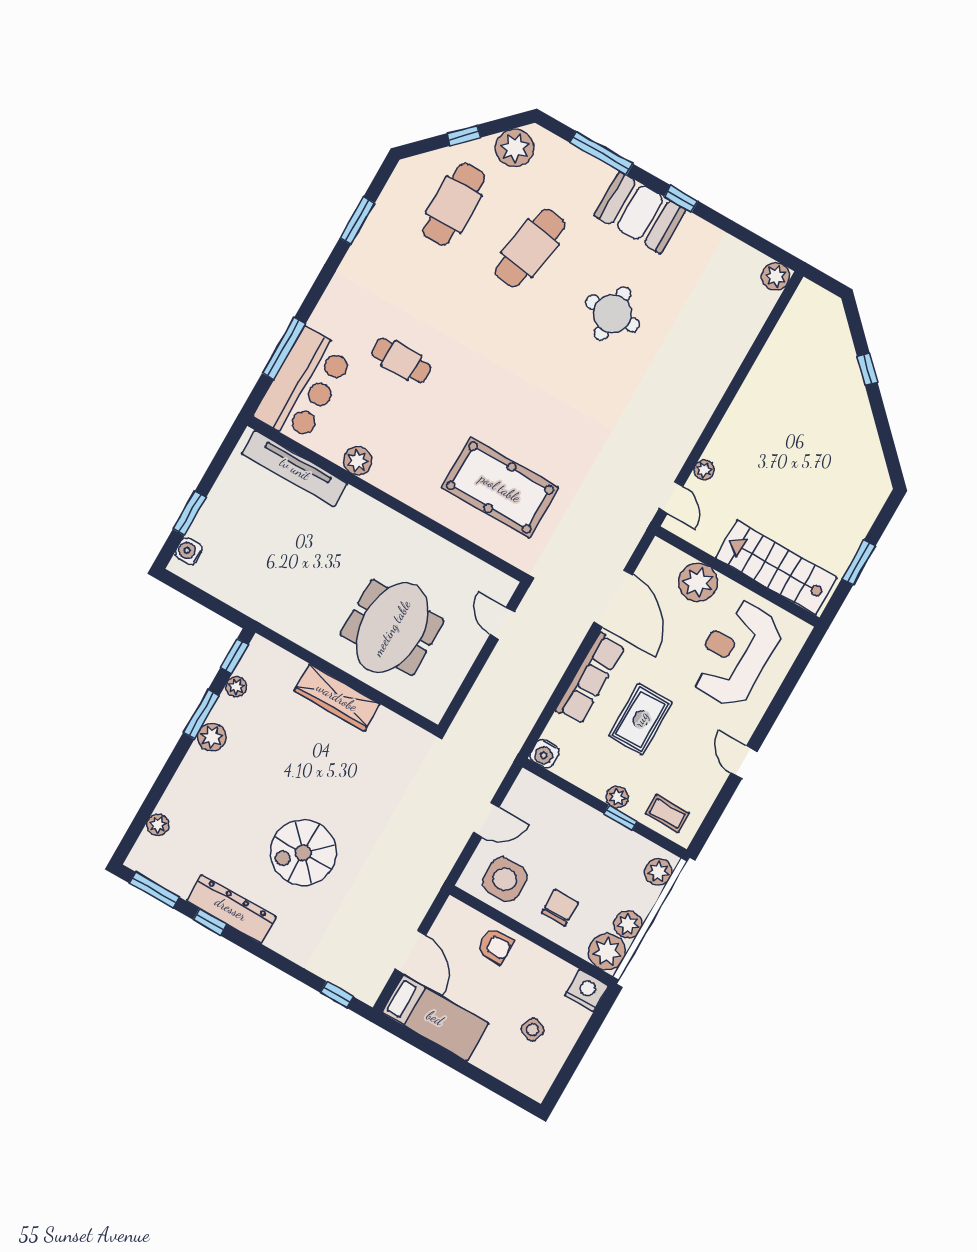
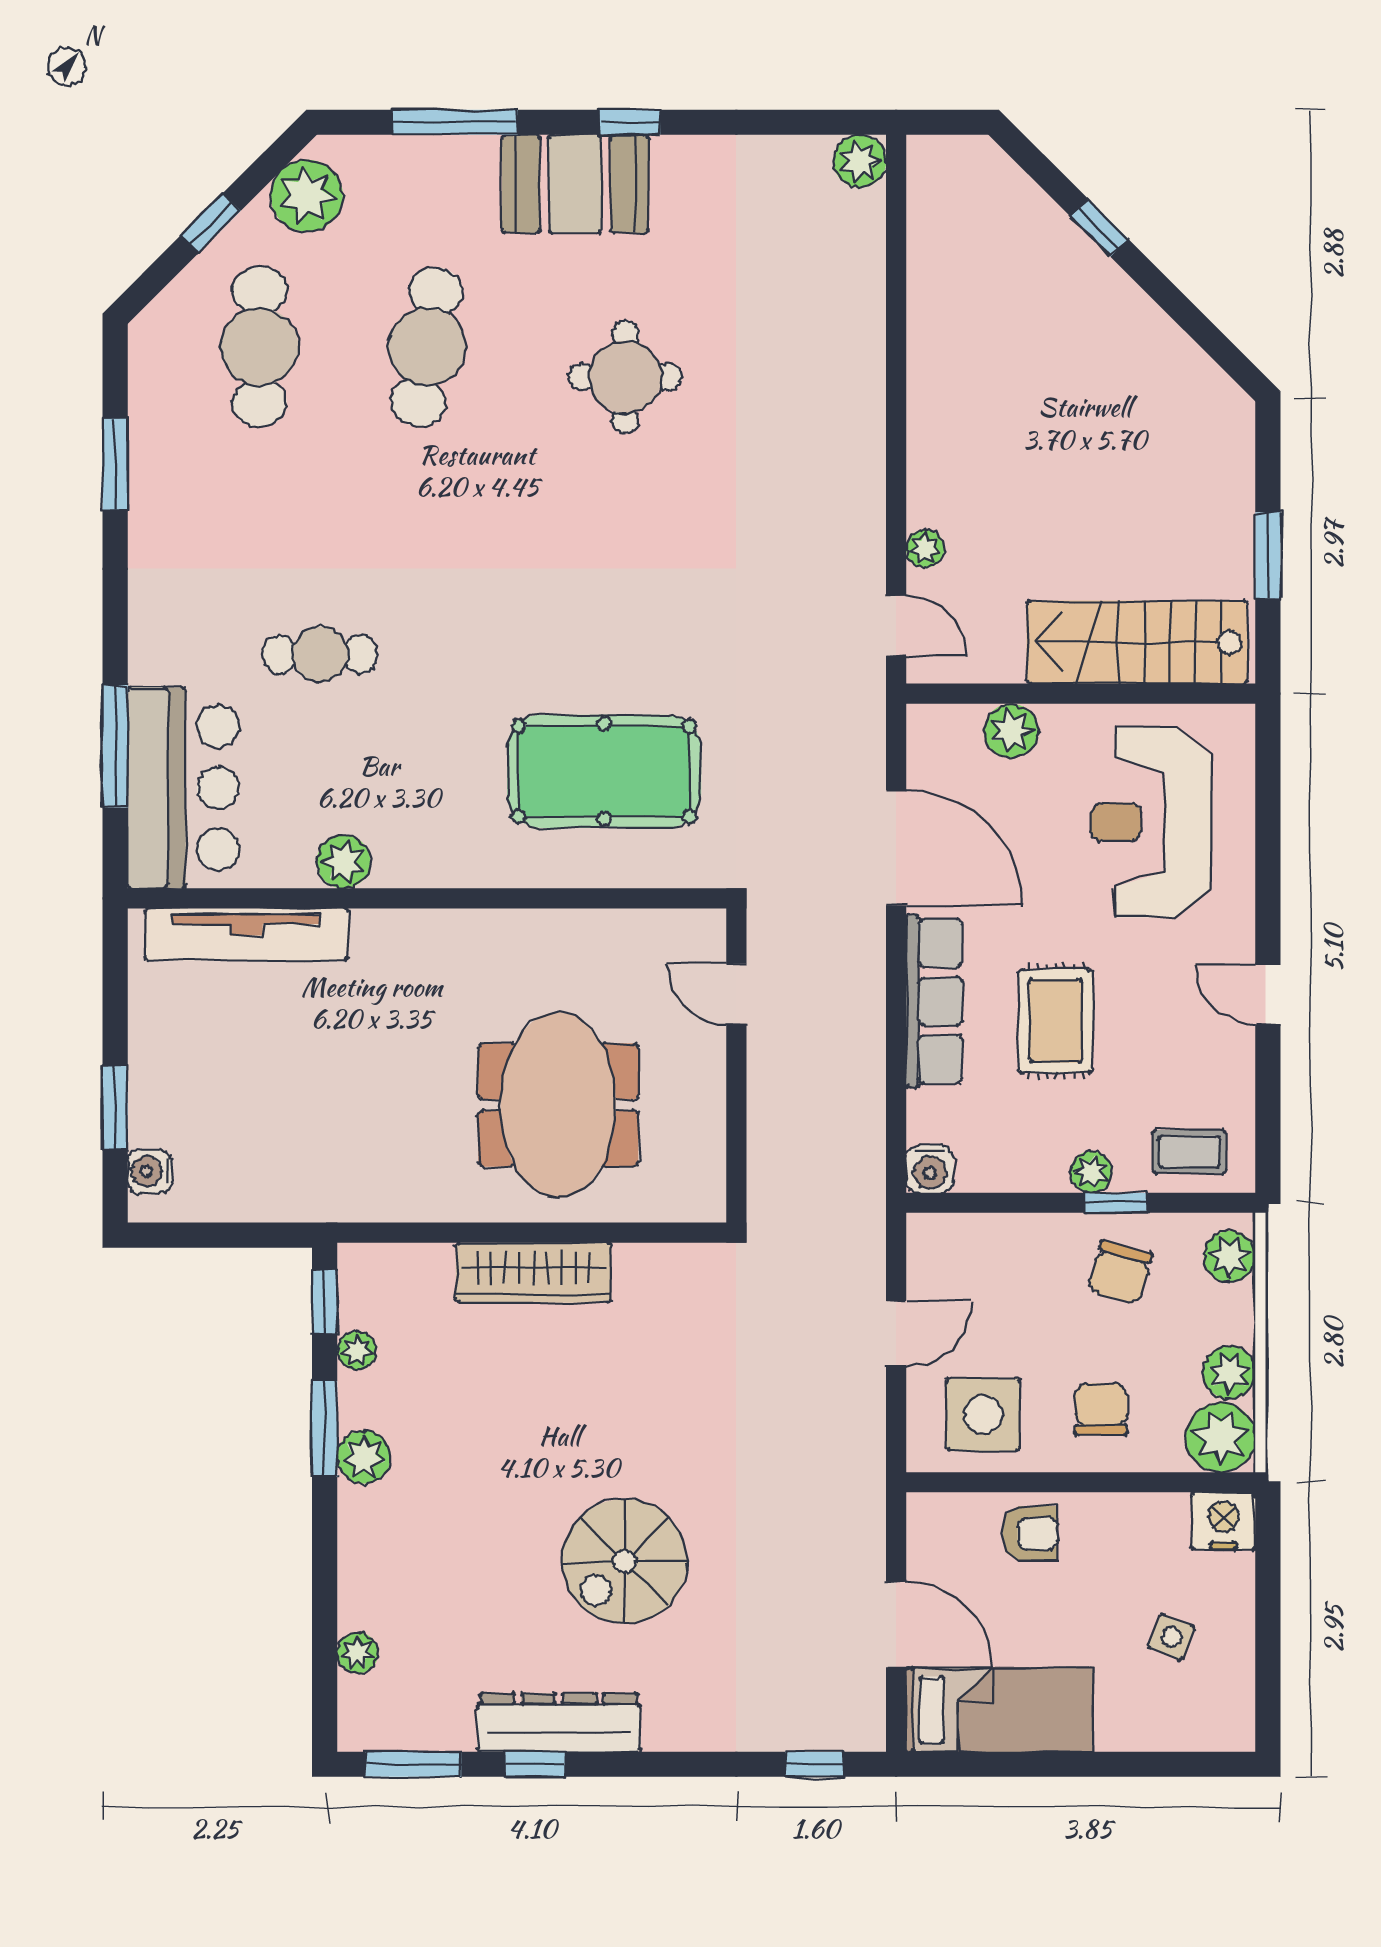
plant: (698, 582) -> (1011, 731), width x0.73, depth x0.73
chair: (604, 850) -> (1120, 1272), added

